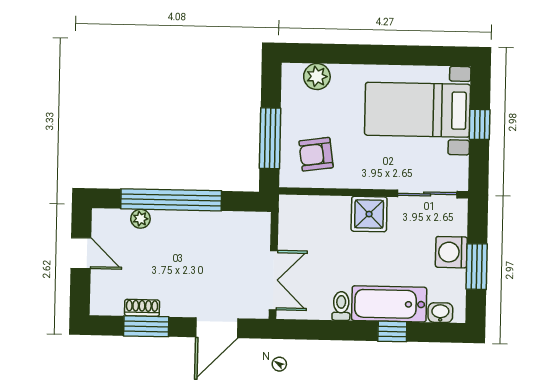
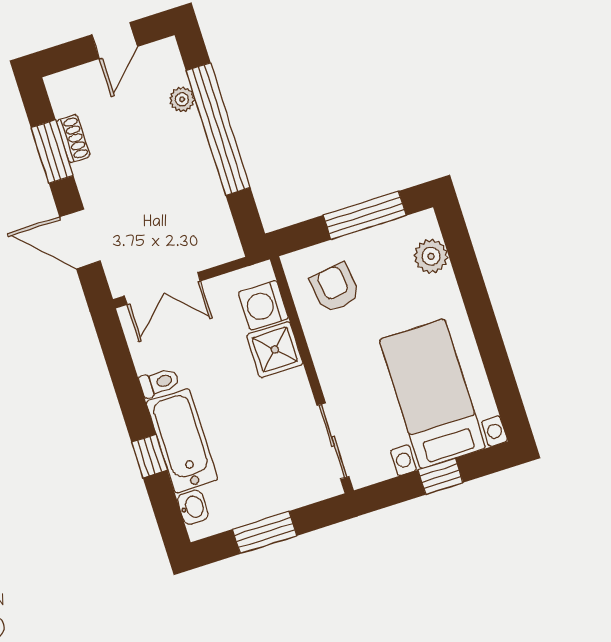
window: (270, 138) -> (365, 215), moved
shower: (369, 214) -> (275, 350), moved
washing machine: (451, 252) -> (263, 305), moved, turned -90

